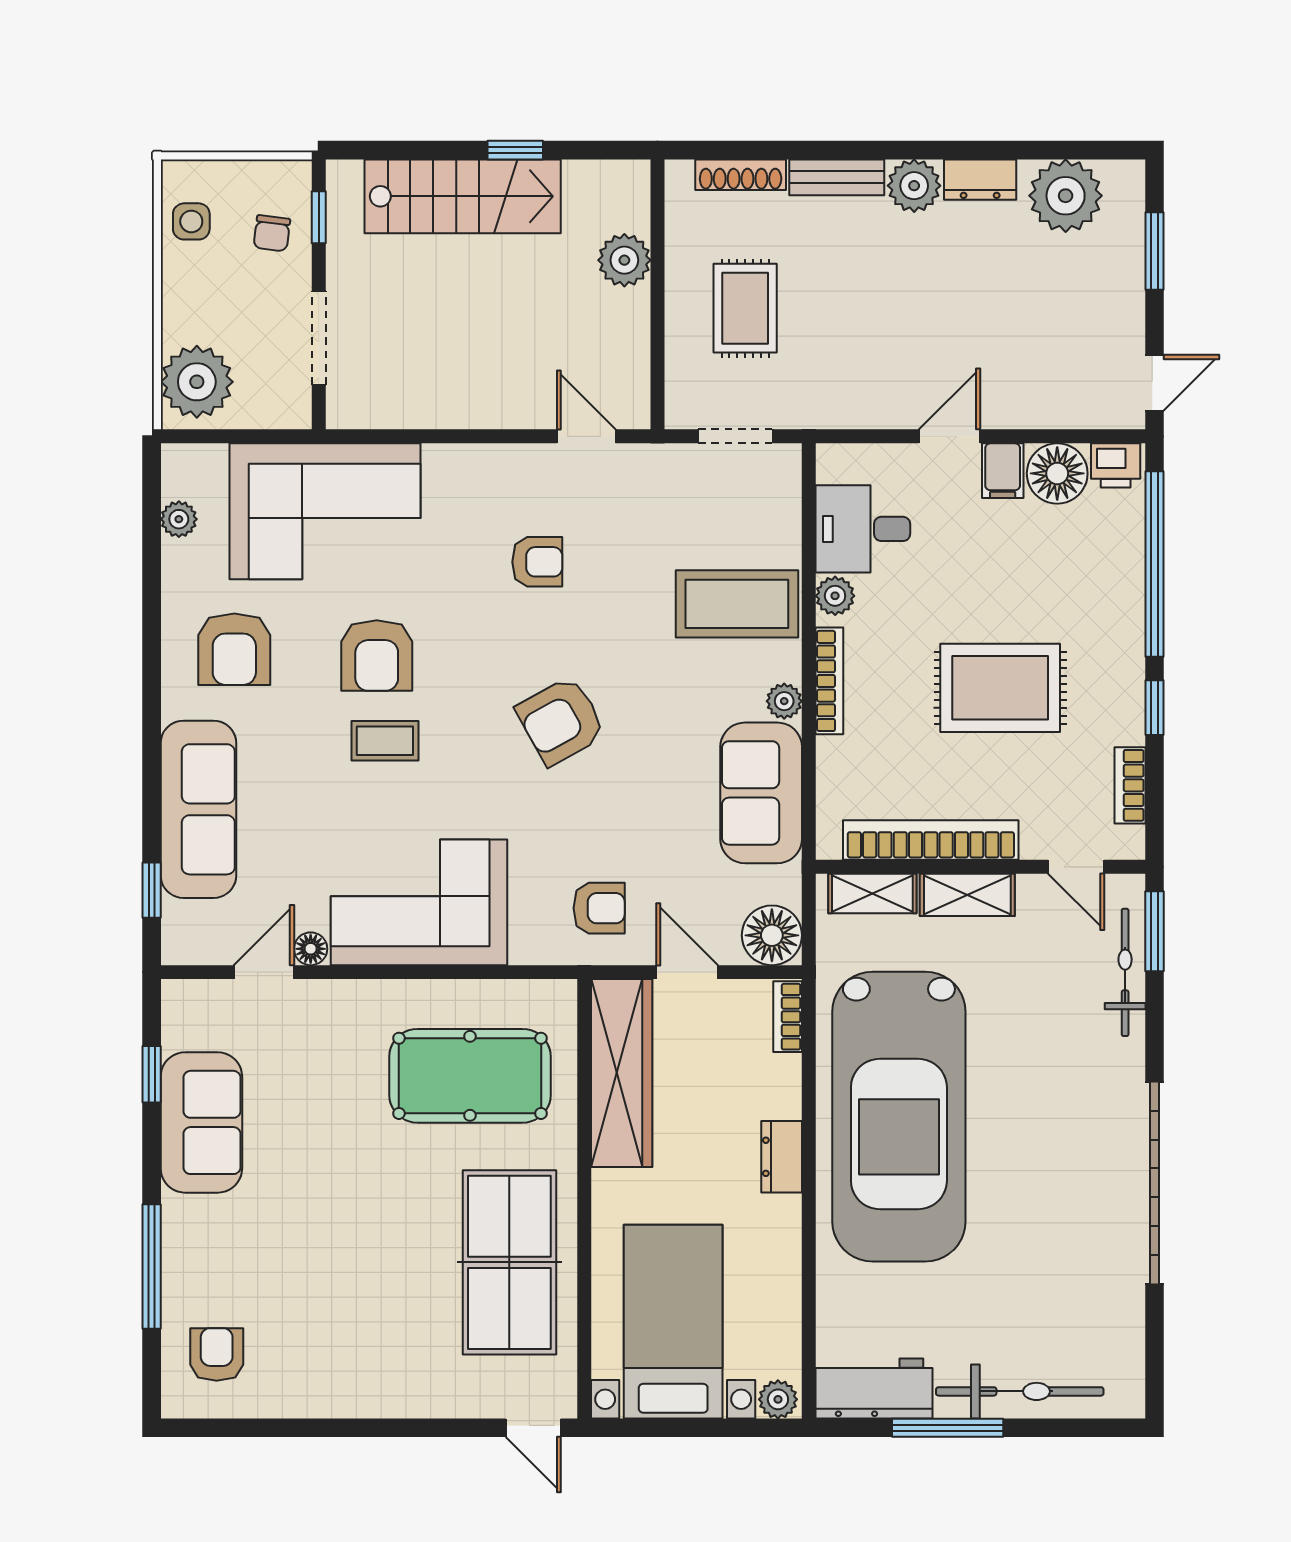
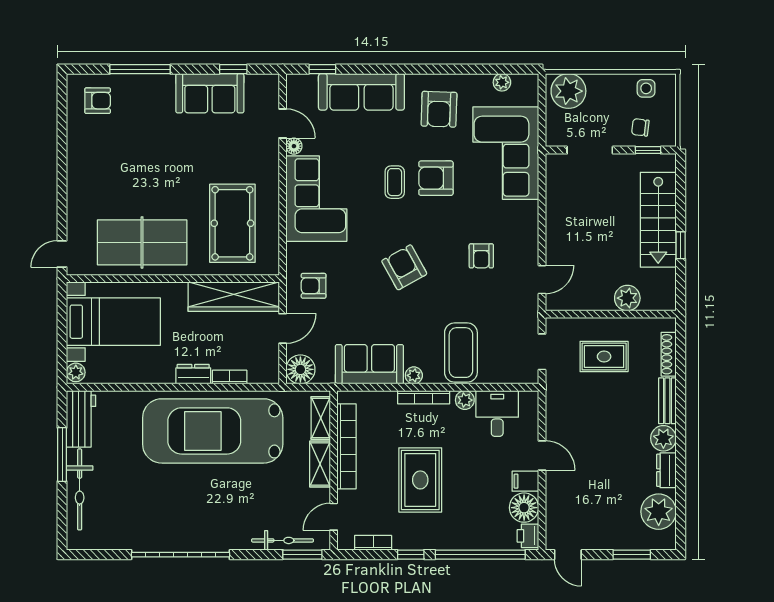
armchair: (234, 649) -> (439, 109), turned -88
armchair: (599, 908) -> (314, 286), turned 90
bookcase: (788, 1017) -> (230, 377), moved

